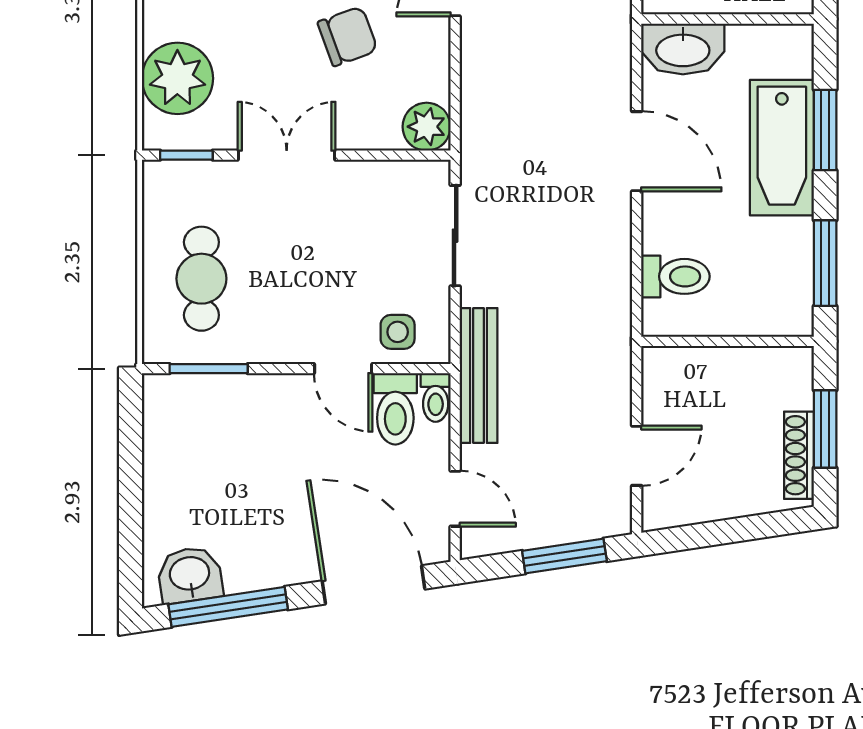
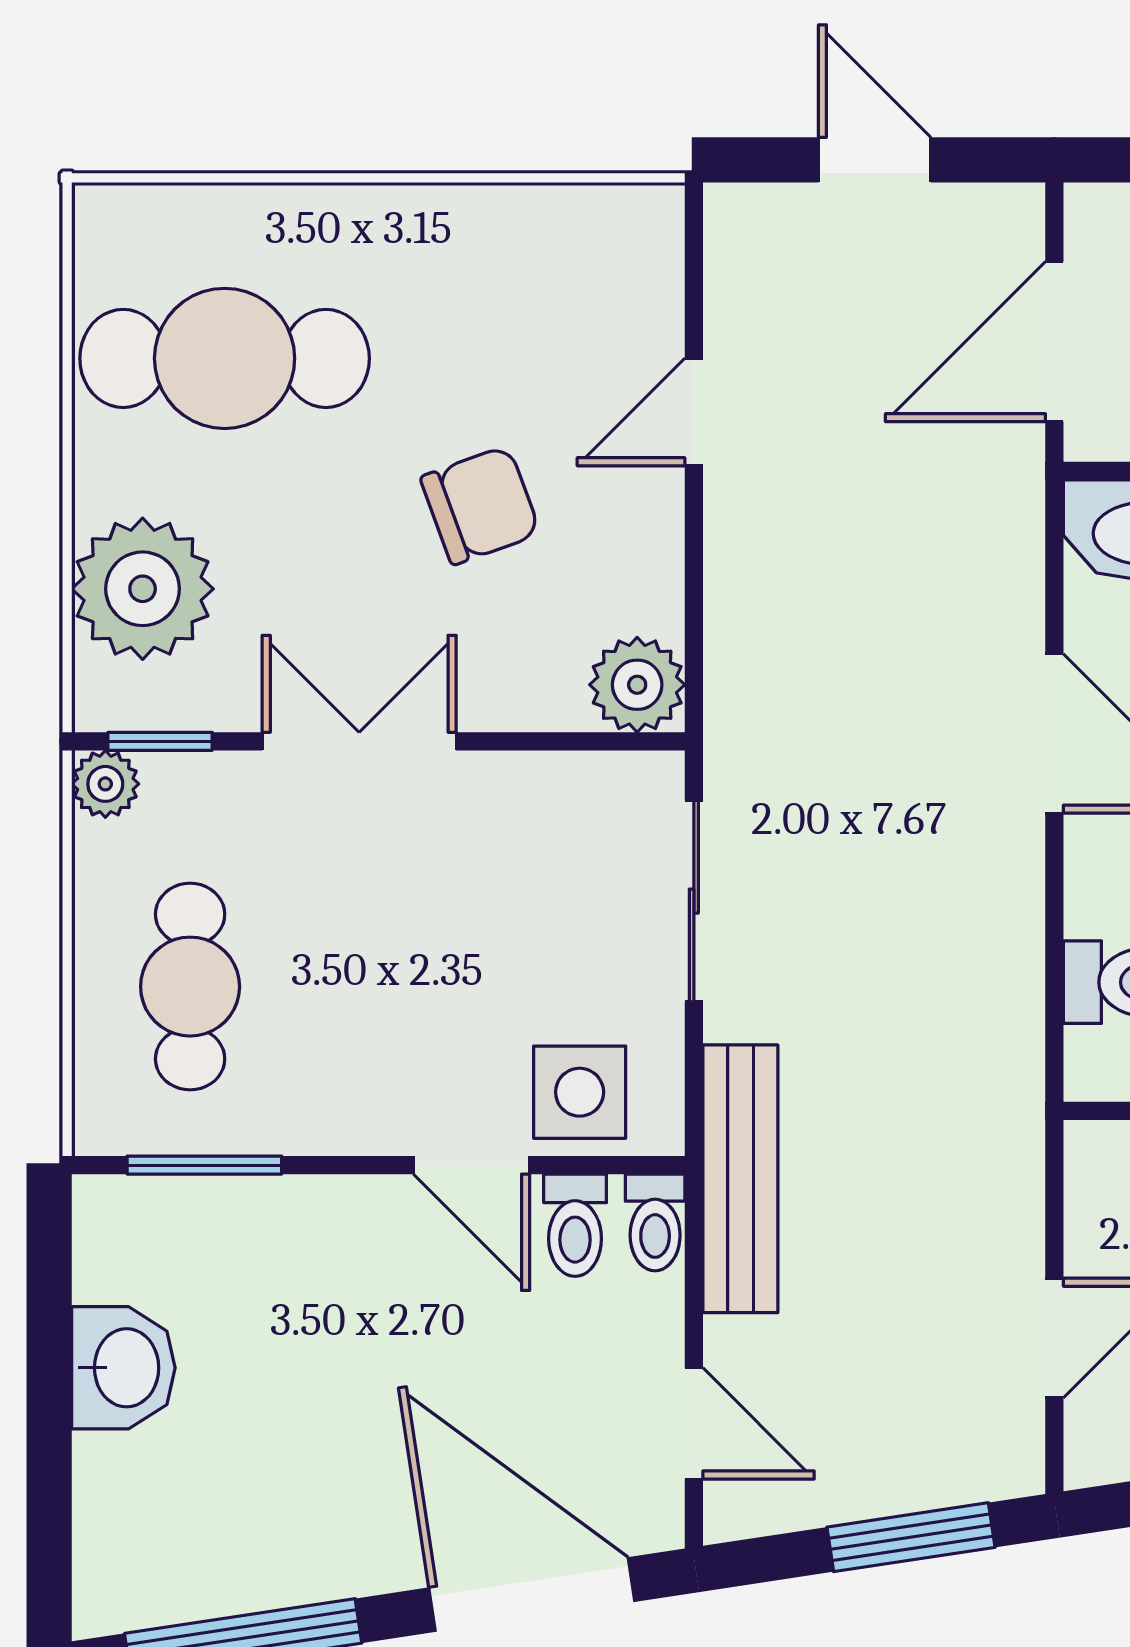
plant: (159, 177) -> (105, 784), added
side table: (398, 332) -> (580, 1092), width x1.37, depth x1.37
toilet: (395, 409) -> (575, 1225), width x0.73, depth x0.72
washbasin: (190, 575) -> (123, 1368), moved, turned 99

